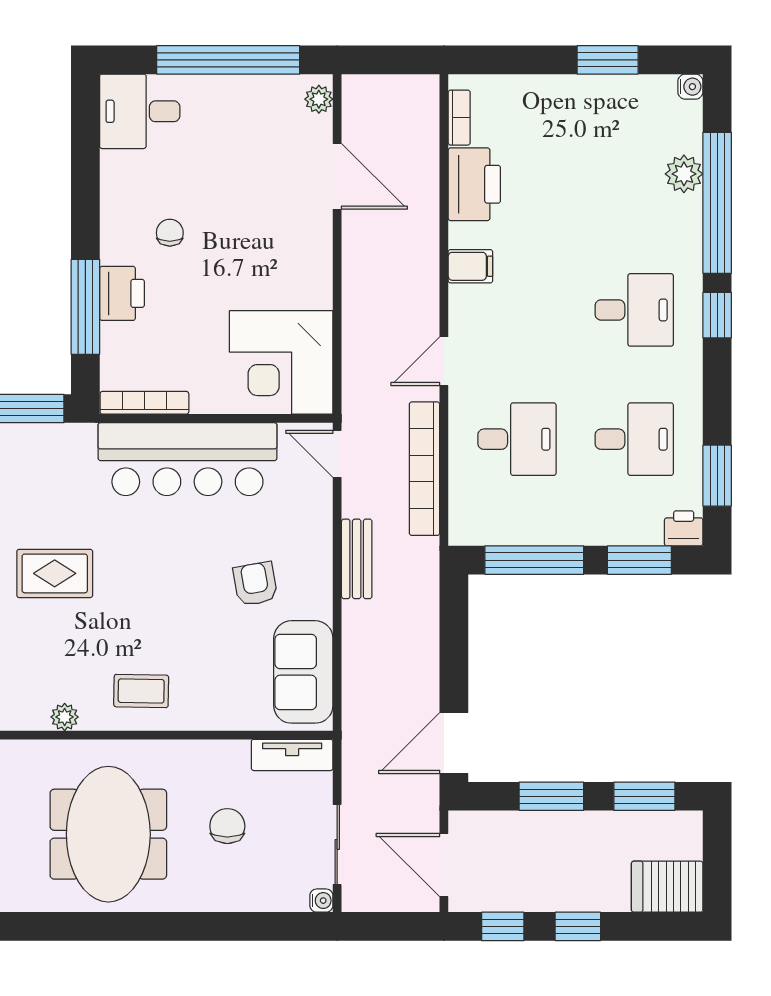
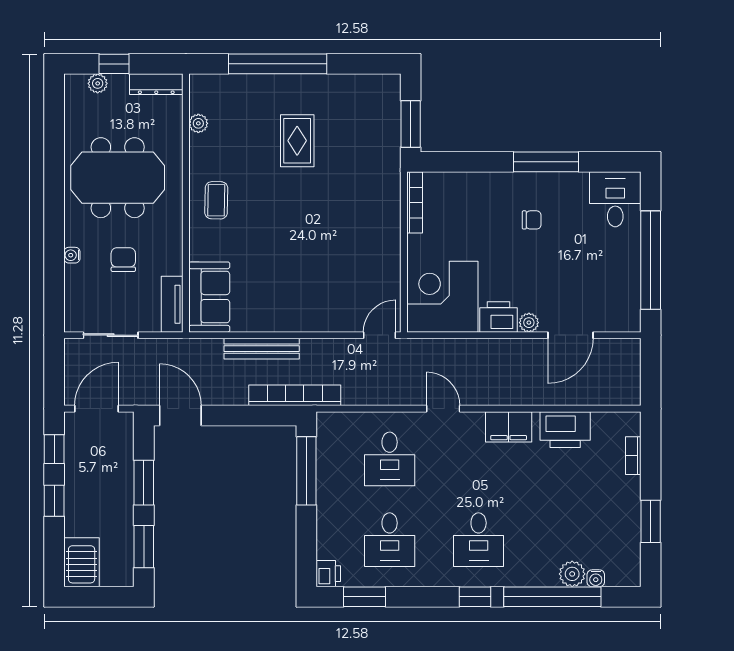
water cooler: (690, 87) -> (596, 578), moved
plant: (319, 99) -> (529, 323), moved
bookcase: (459, 118) -> (633, 456), moved, turned 90
filing cabinet: (470, 266) -> (509, 427), width x2.00
printer: (122, 293) -> (499, 317), moved, turned 180
window: (85, 307) -> (546, 162), moved
bar counter: (187, 459) -> (376, 232), removed
bookcase: (425, 469) -> (295, 395), moved
bench: (357, 559) -> (262, 349), moved, width x1.36
window: (639, 560) -> (306, 543), removed
armchair: (255, 584) -> (290, 279), removed
sofa: (303, 672) -> (209, 297), moved, turned 90
plant: (65, 717) -> (198, 123), moved
chair: (227, 826) -> (123, 260), turned -90
water cooler: (321, 901) -> (72, 255), moved, turned 90

